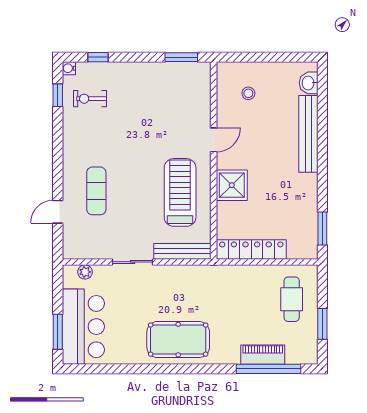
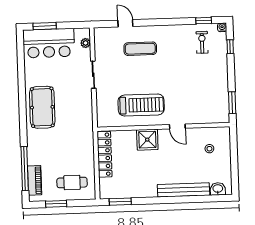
bench: (182, 251) -> (102, 108), removed
piano: (263, 355) -> (35, 180), moved

